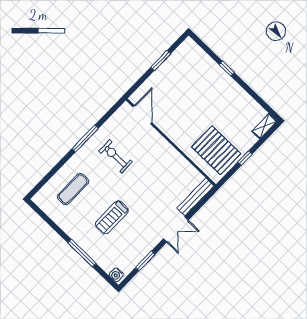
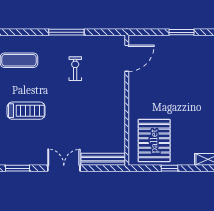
exercise bike: (116, 157) -> (75, 69), width x0.73, depth x0.72
treadmill: (112, 217) -> (26, 111), turned 180
double door: (176, 229) -> (64, 168), swing flipped

